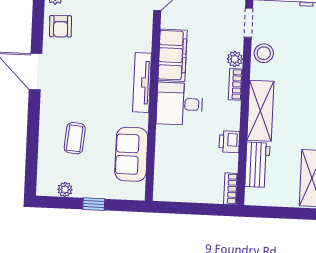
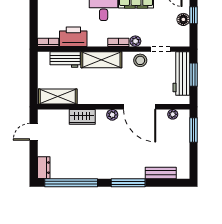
printer: (229, 142) -> (73, 37), width x1.87, depth x1.48

